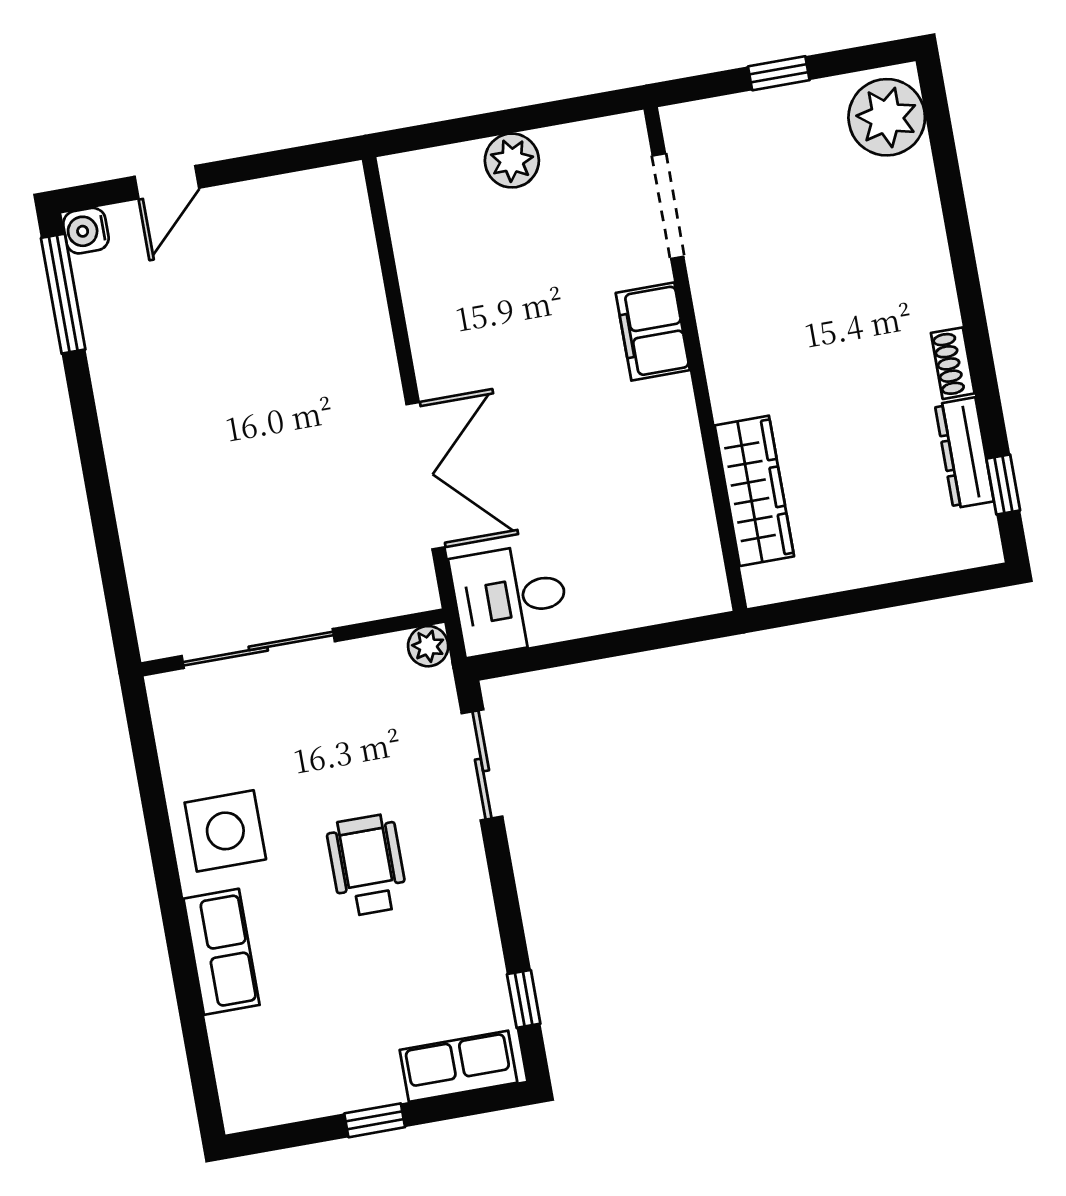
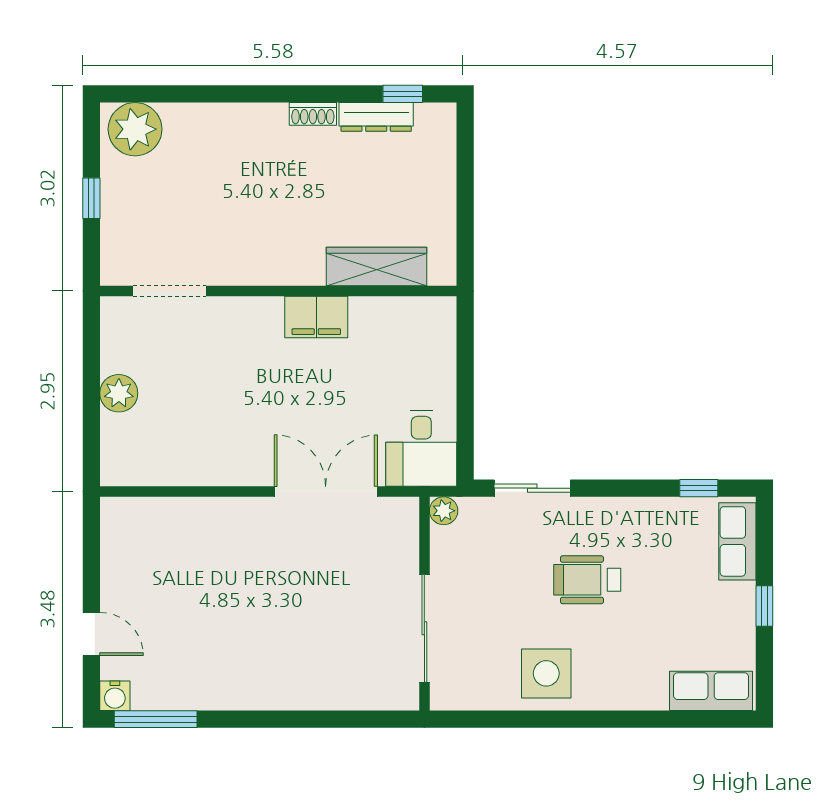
filing cabinet: (653, 332) -> (316, 317), moved
row of seats: (221, 952) -> (711, 691), moved

